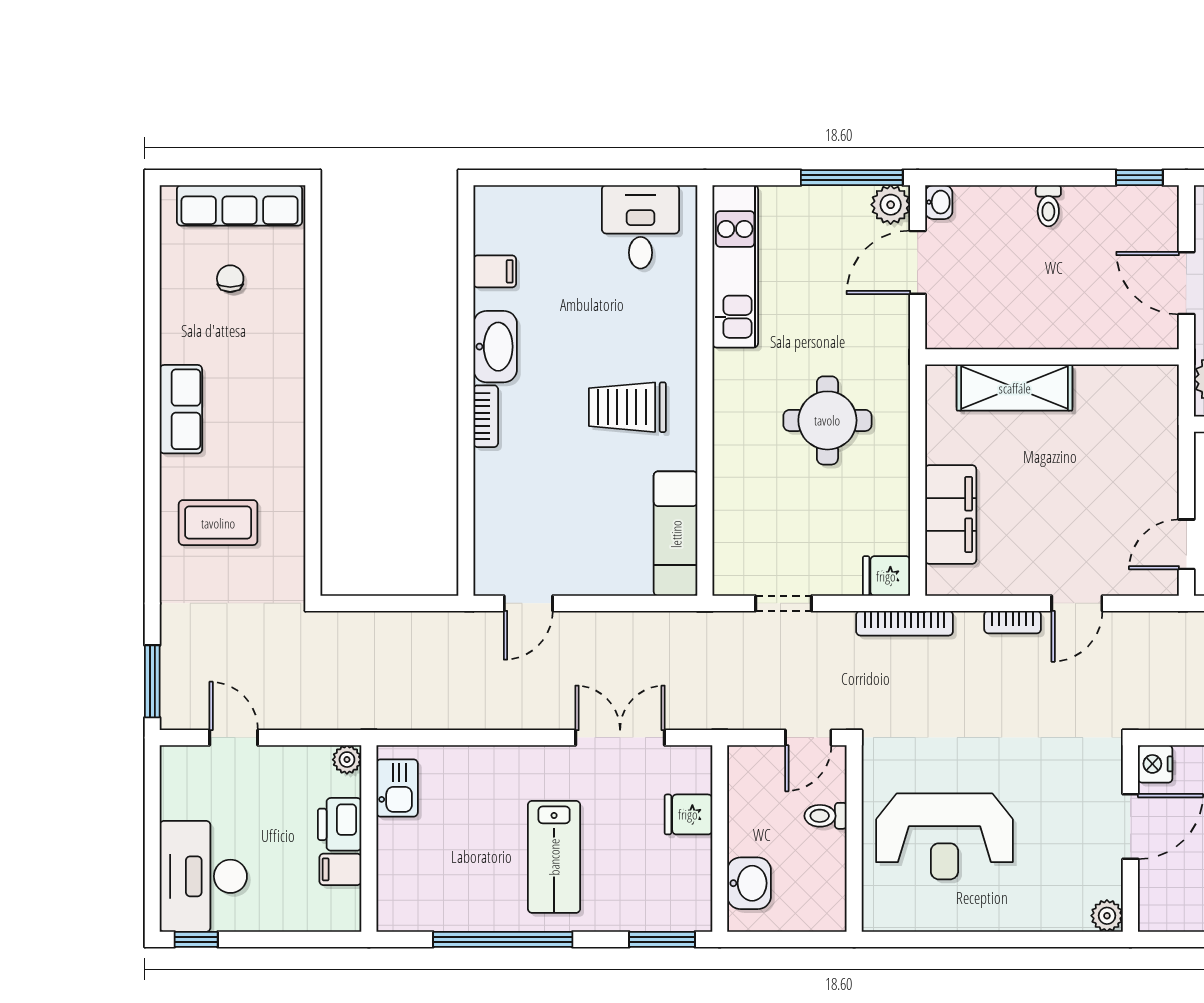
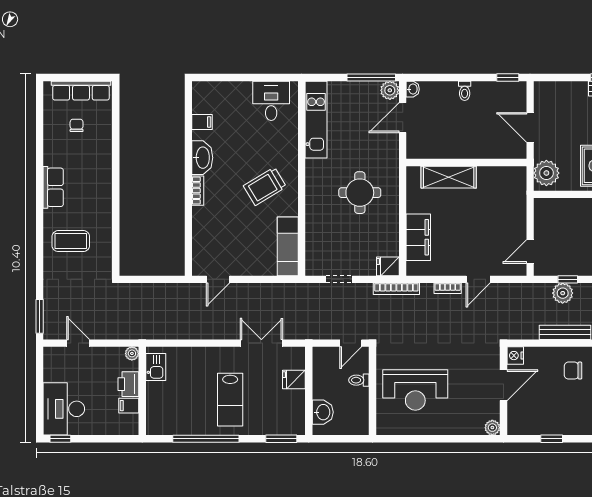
trolley: (627, 407) -> (265, 186), turned -31

